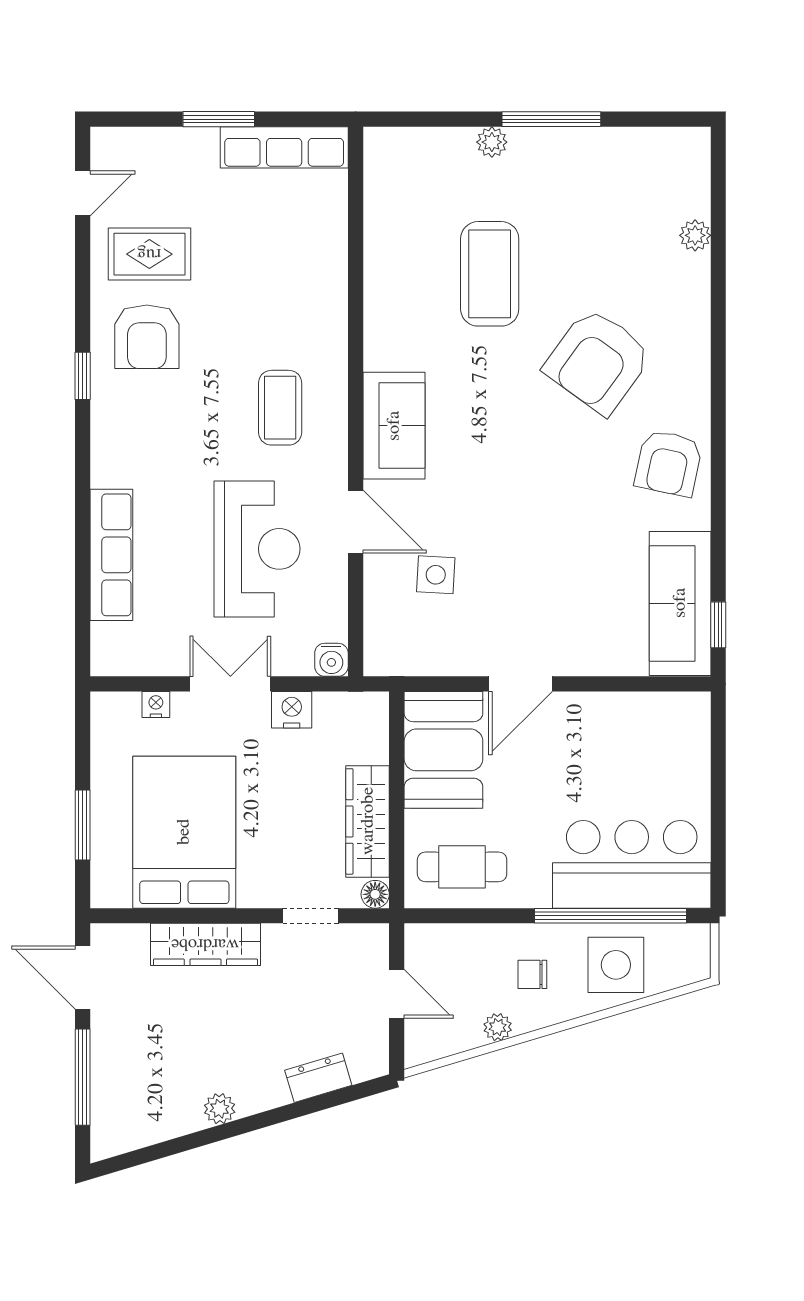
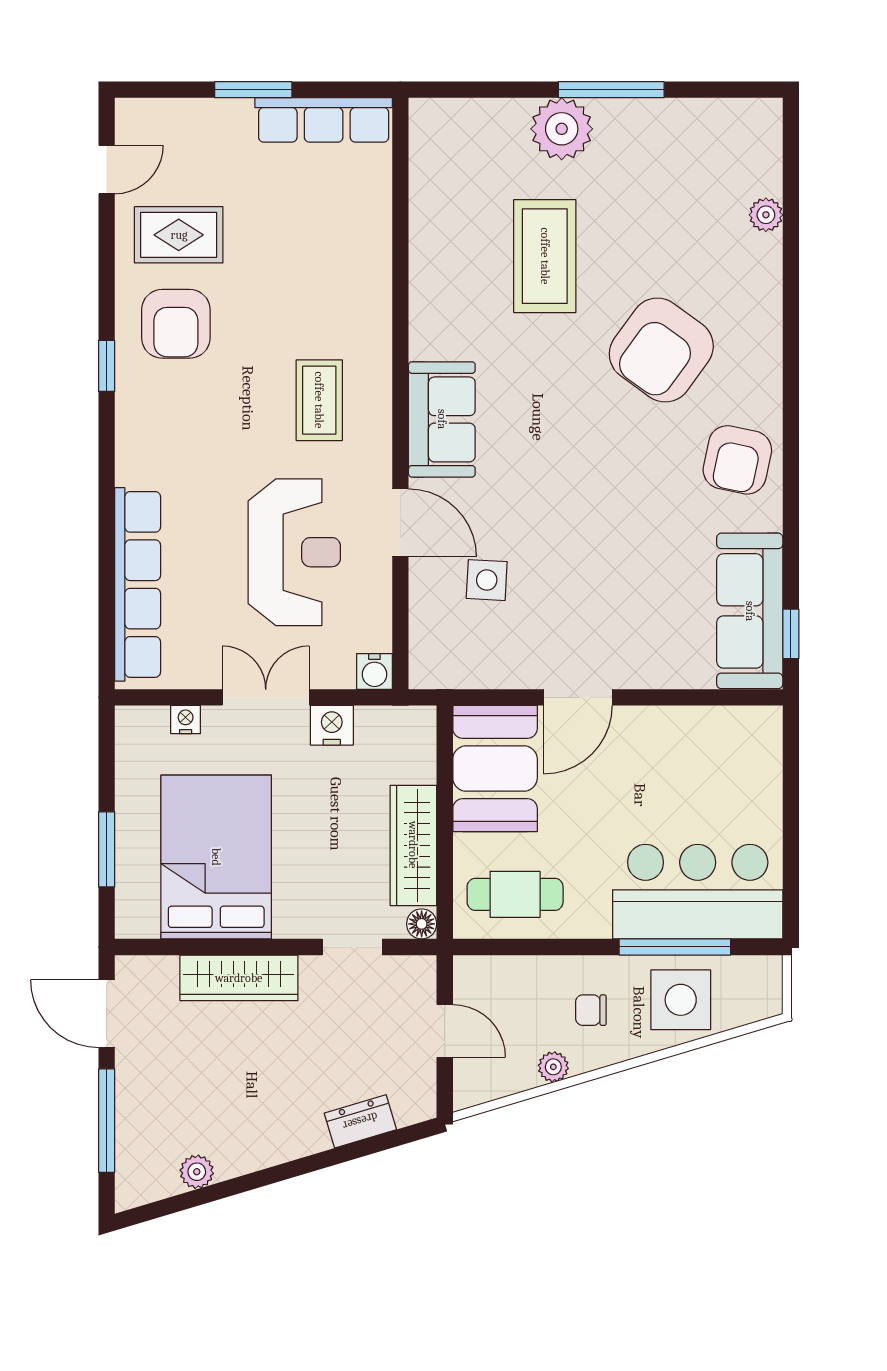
plant: (492, 142) -> (562, 129), width x1.88, depth x1.88
row of seats: (111, 555) -> (138, 584), width x1.36
window: (611, 916) -> (675, 947), width x0.68
plant: (220, 1109) -> (197, 1172), moved

